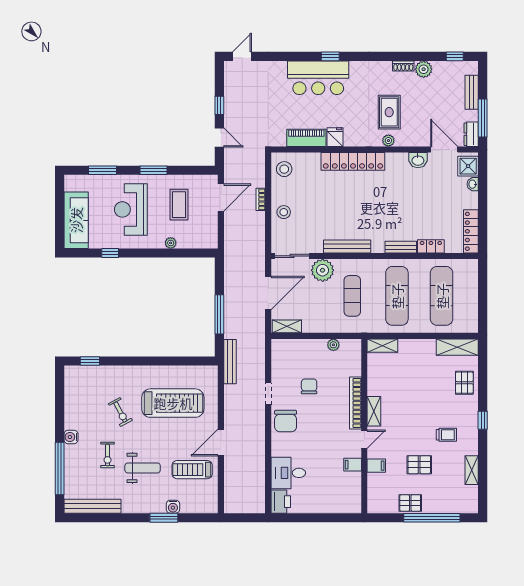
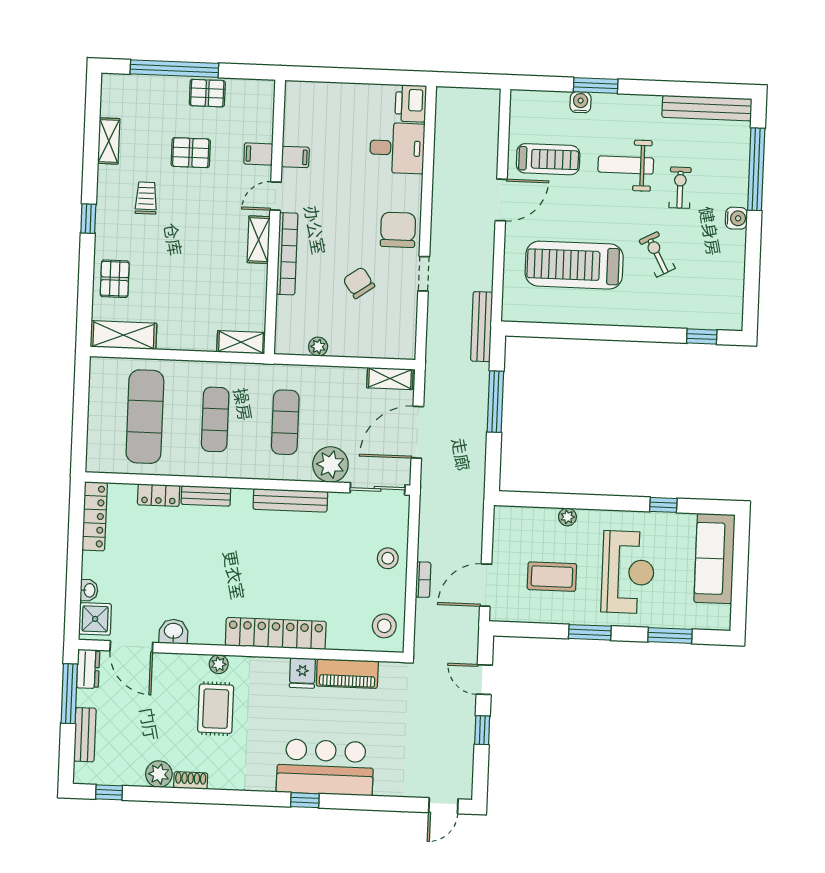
coffee table: (179, 205) -> (552, 577), turned 90
exercise mat: (397, 296) -> (215, 419), width x0.73, depth x0.69
chair: (309, 386) -> (359, 283), turned 145
trolley: (446, 435) -> (146, 198), turned 90

